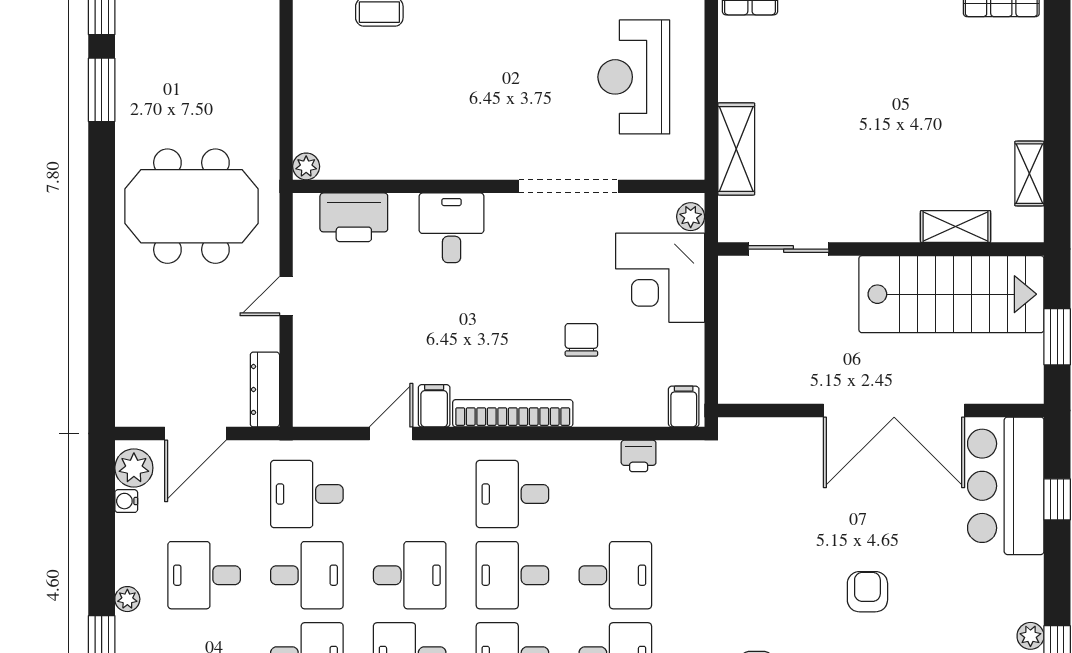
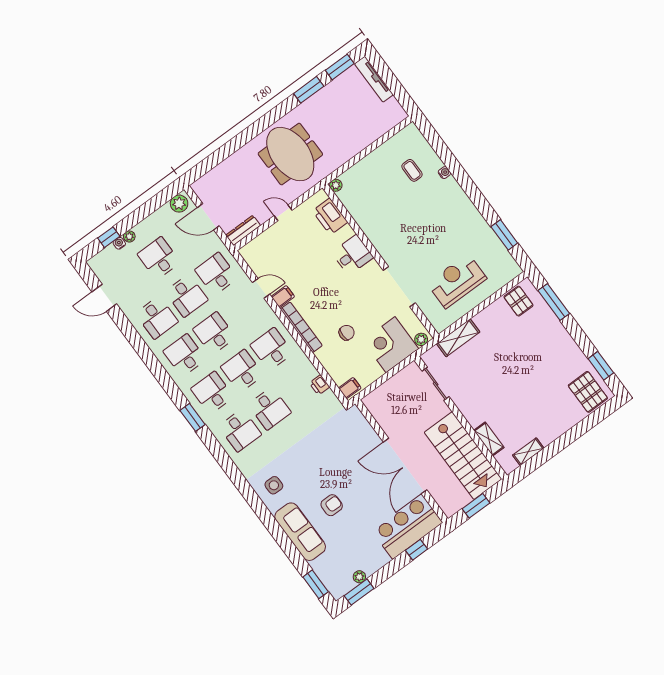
water cooler: (126, 501) -> (119, 243), moved
desk: (410, 575) -> (214, 333), turned 180

